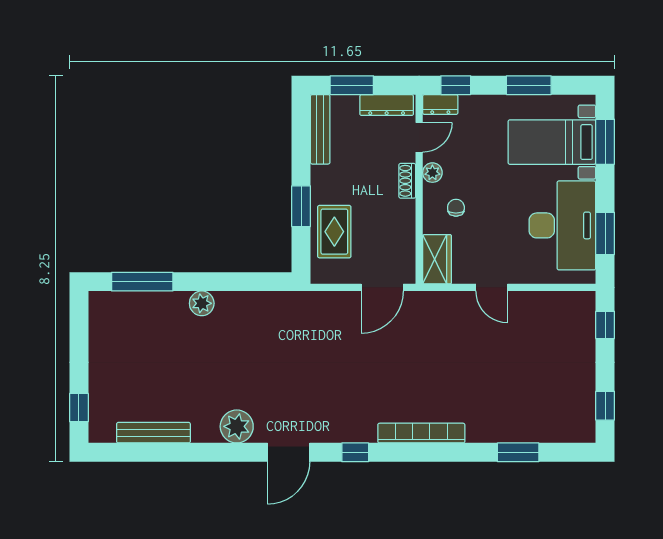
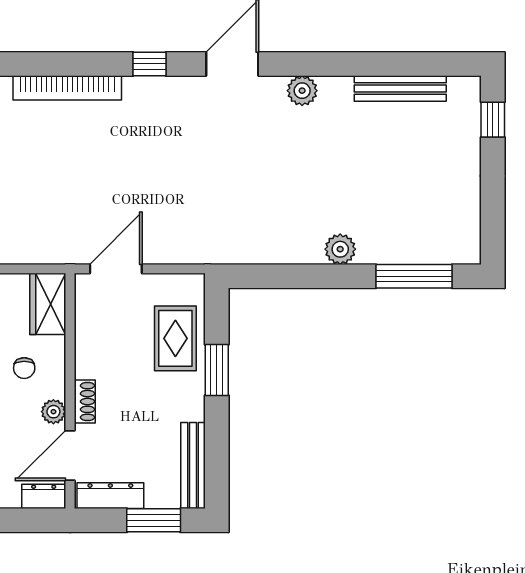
window: (456, 85) -> (24, 520), removed
door: (419, 137) -> (70, 455), width x1.38
plant: (237, 426) -> (302, 91), width x0.73, depth x0.73

